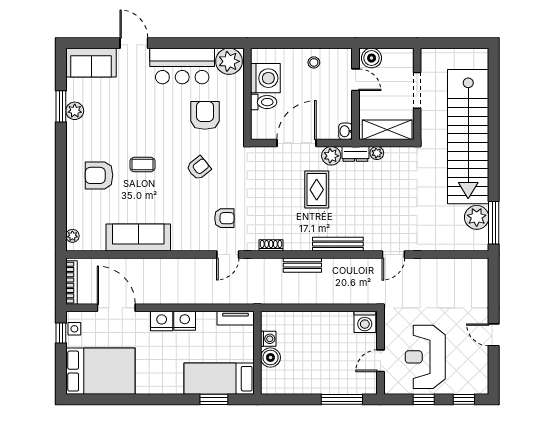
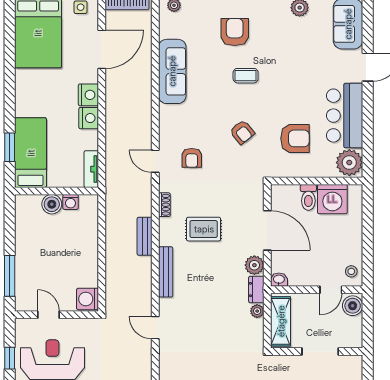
stool: (314, 62) -> (351, 271), moved
coffee table: (142, 165) -> (246, 76), turned 90
rug: (317, 190) -> (204, 229), moved

